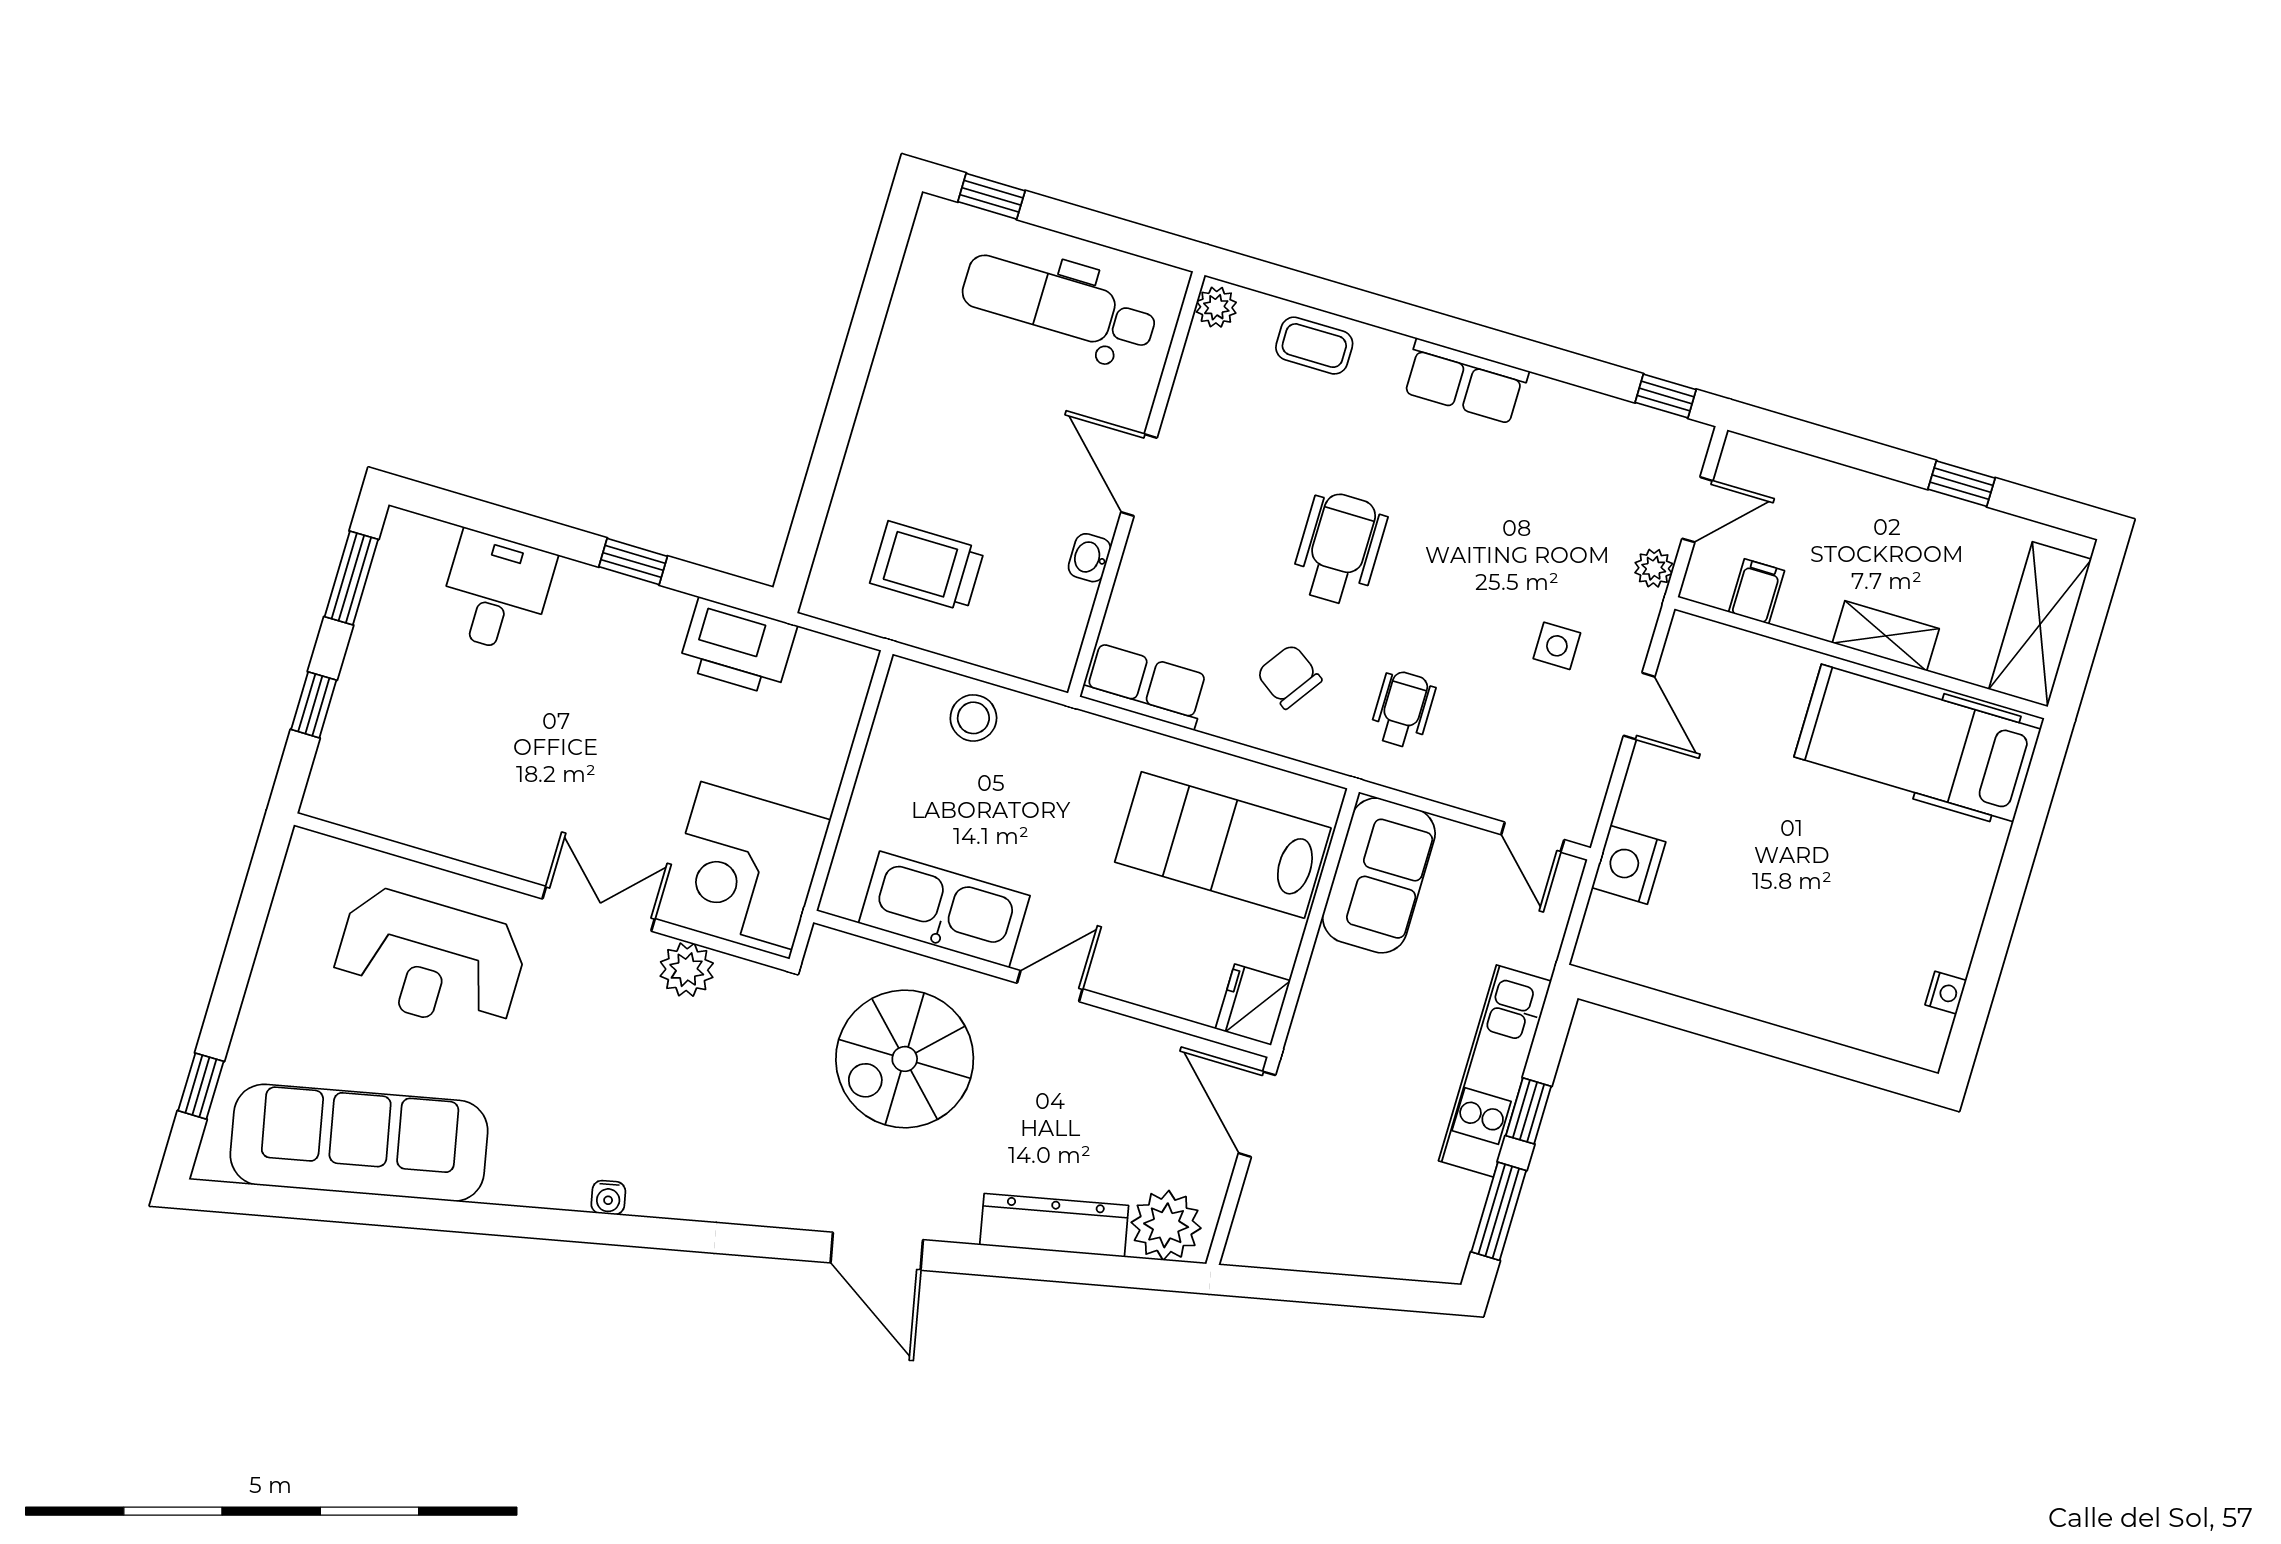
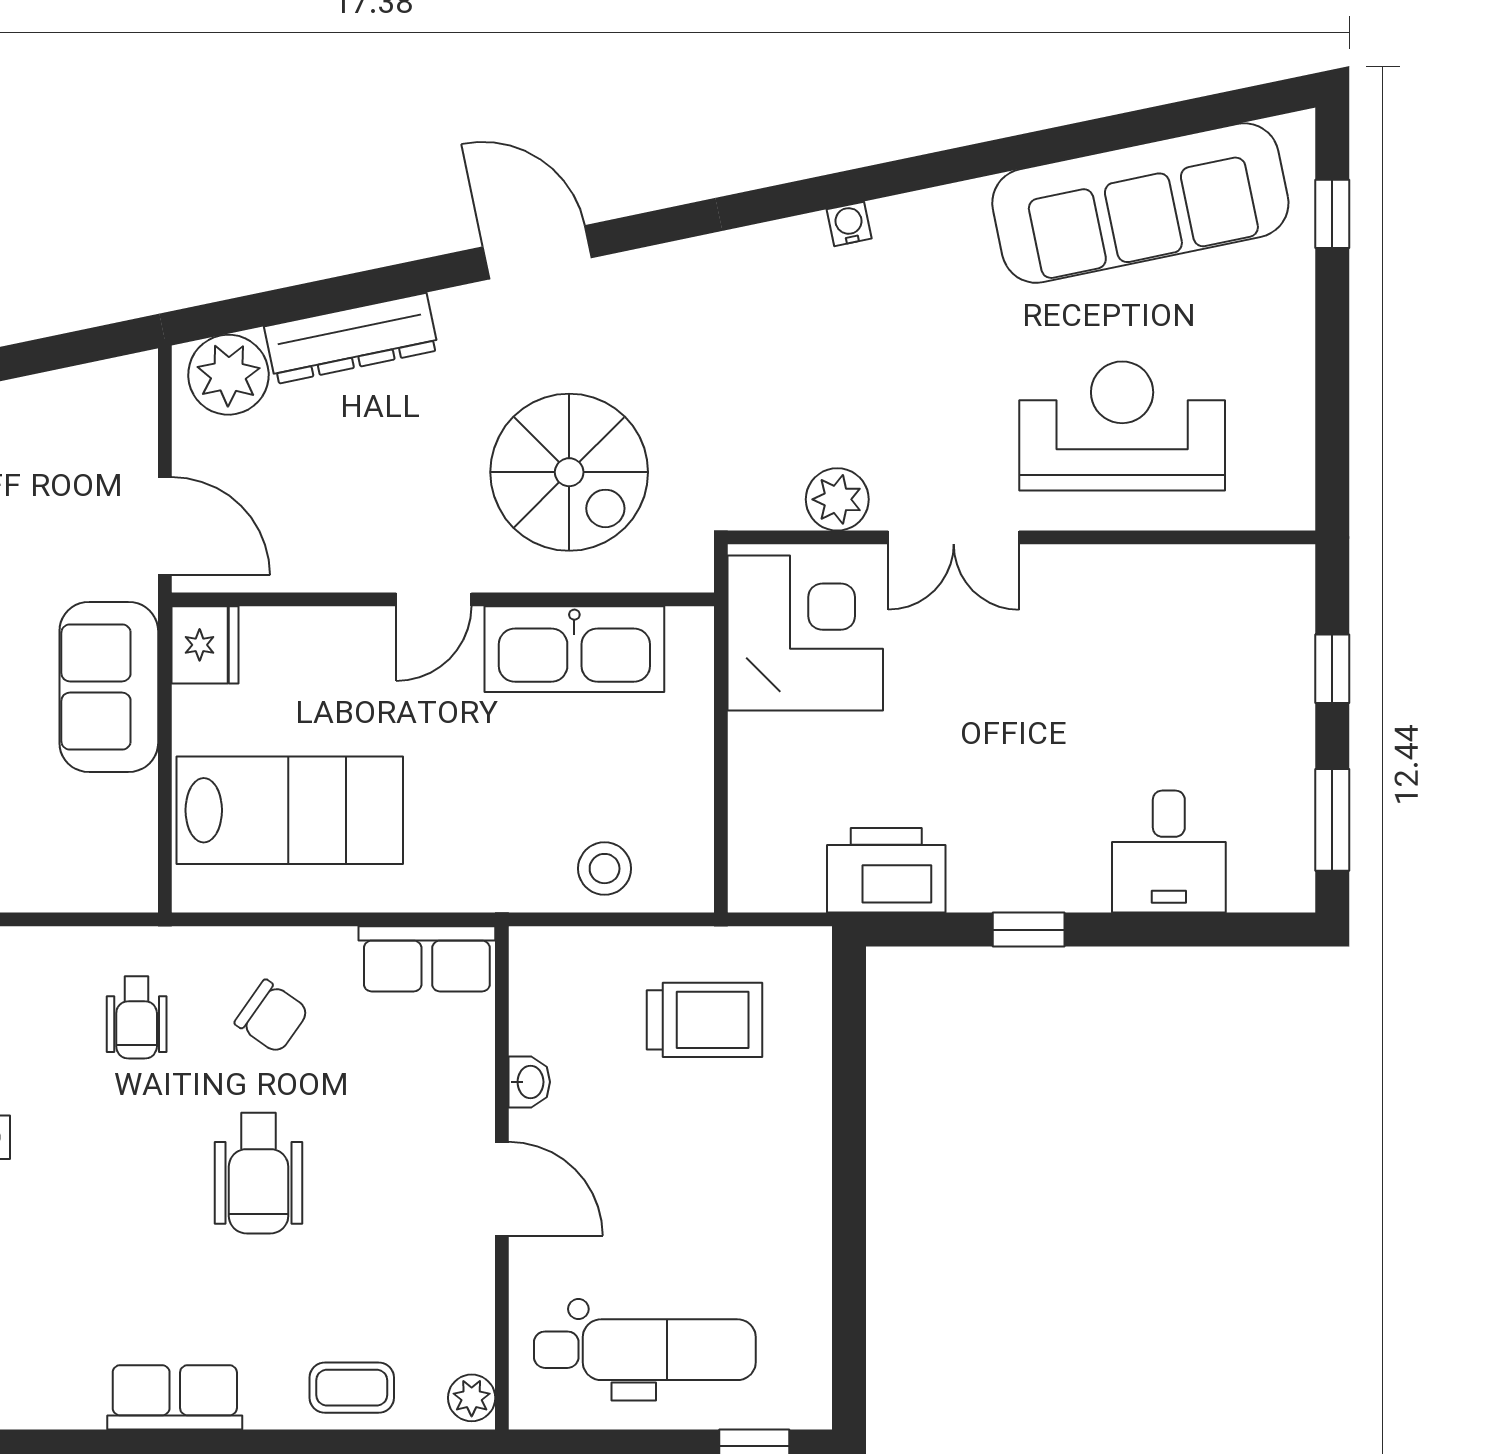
sofa: (1379, 875) -> (109, 687), moved
spiral stairs: (905, 1059) -> (569, 472), turned 90

